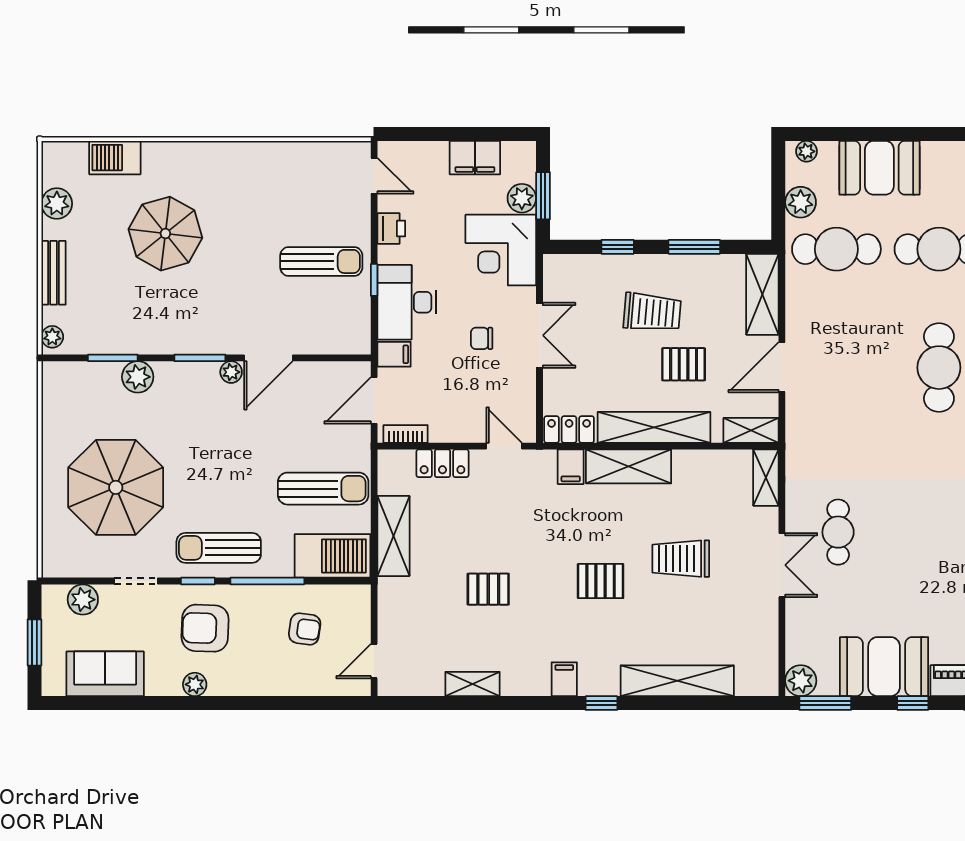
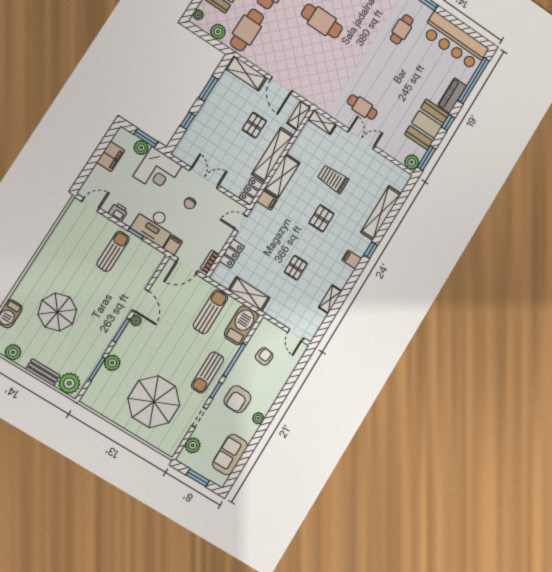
trolley: (652, 312) -> (224, 124), removed
plant: (52, 337) -> (69, 383), width x1.88, depth x1.88
door: (374, 400) -> (187, 266), hinge flipped
trolley: (681, 559) -> (333, 179), turned 90

